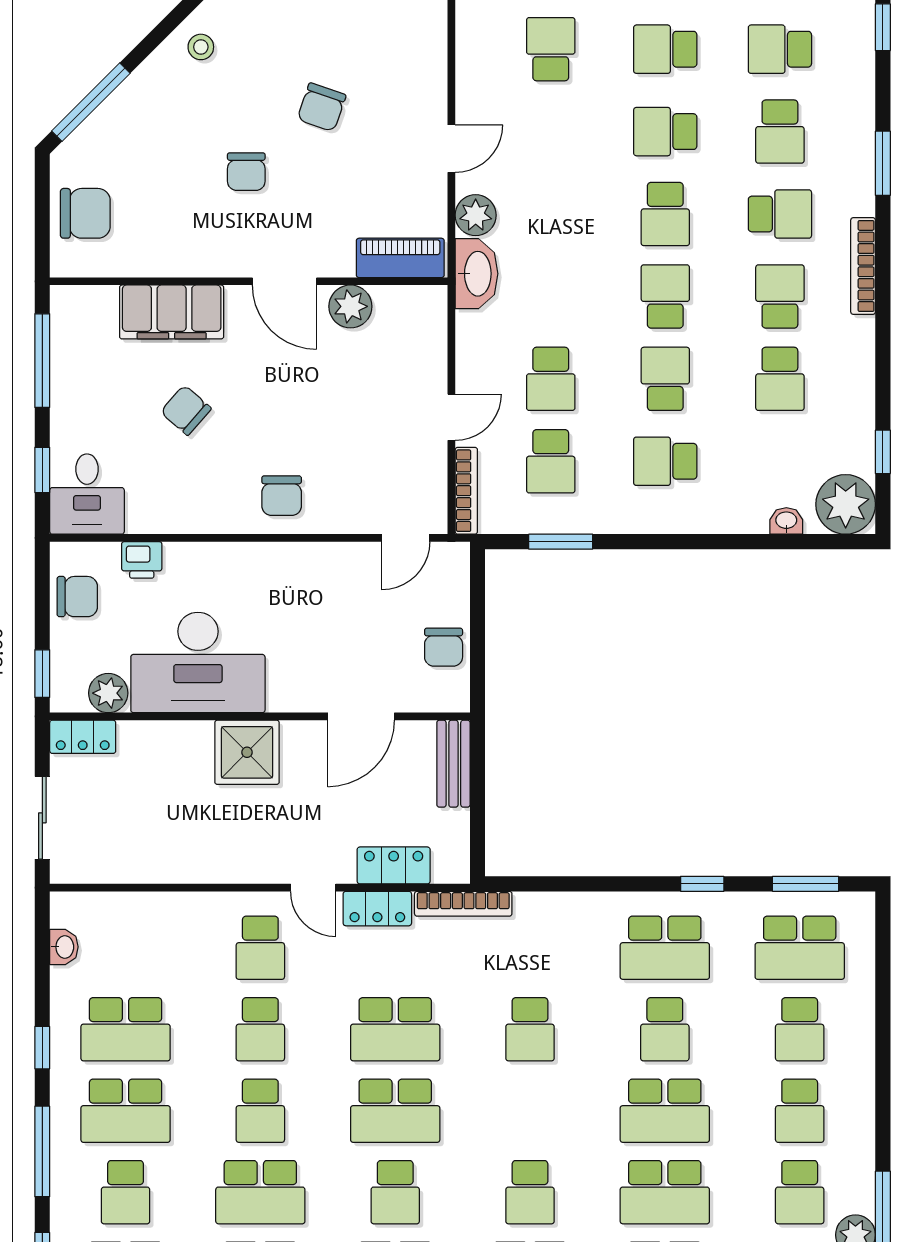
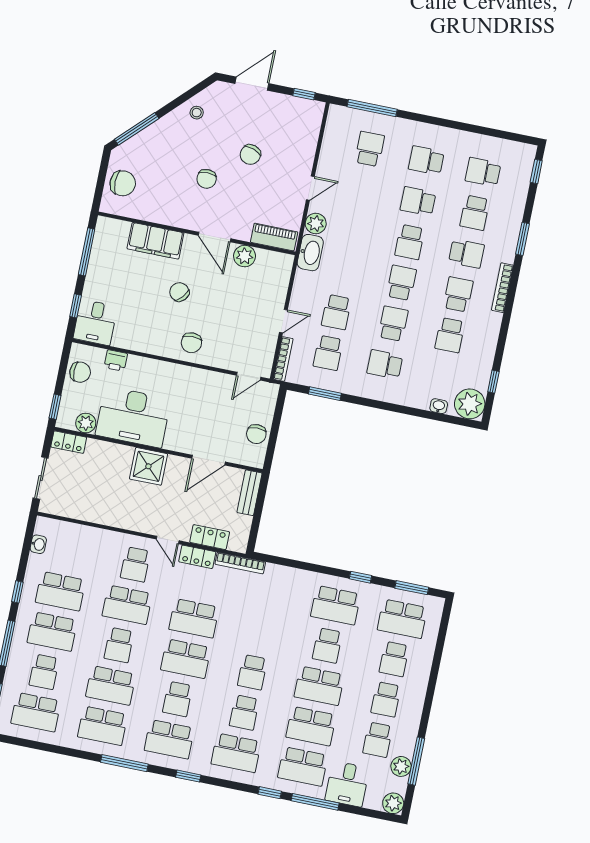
chair: (186, 410) -> (179, 292), moved
school desk: (260, 1029) -> (127, 605), width x1.85
school desk: (530, 1029) -> (252, 672), moved

